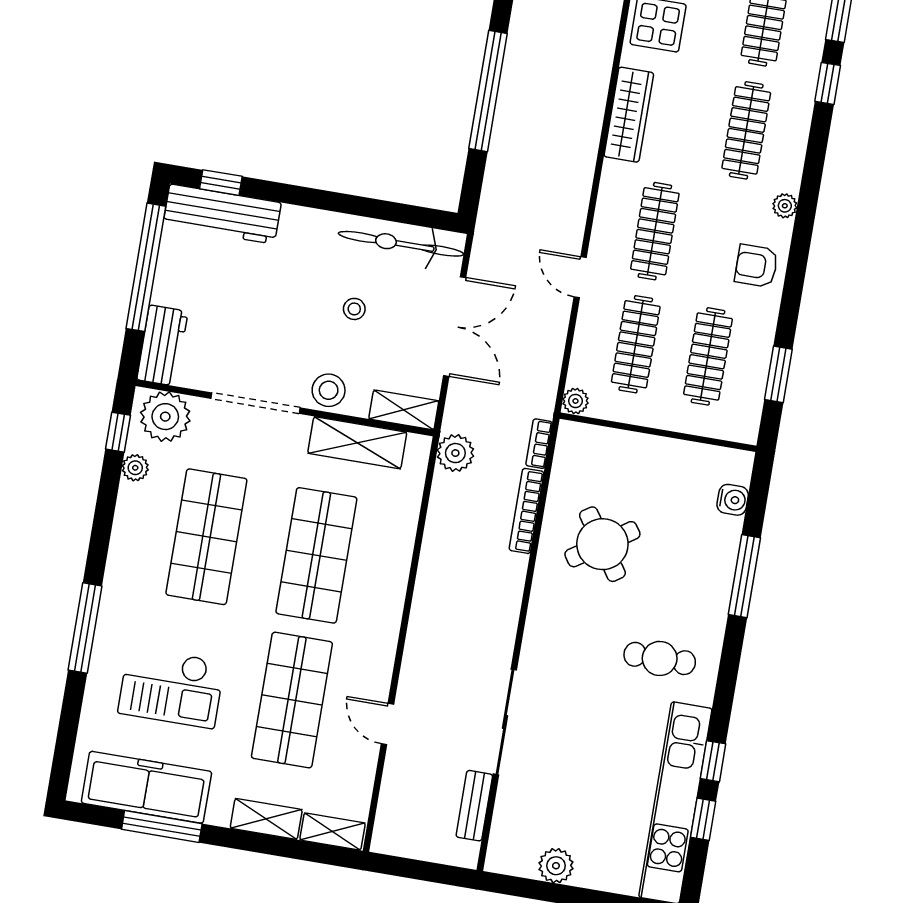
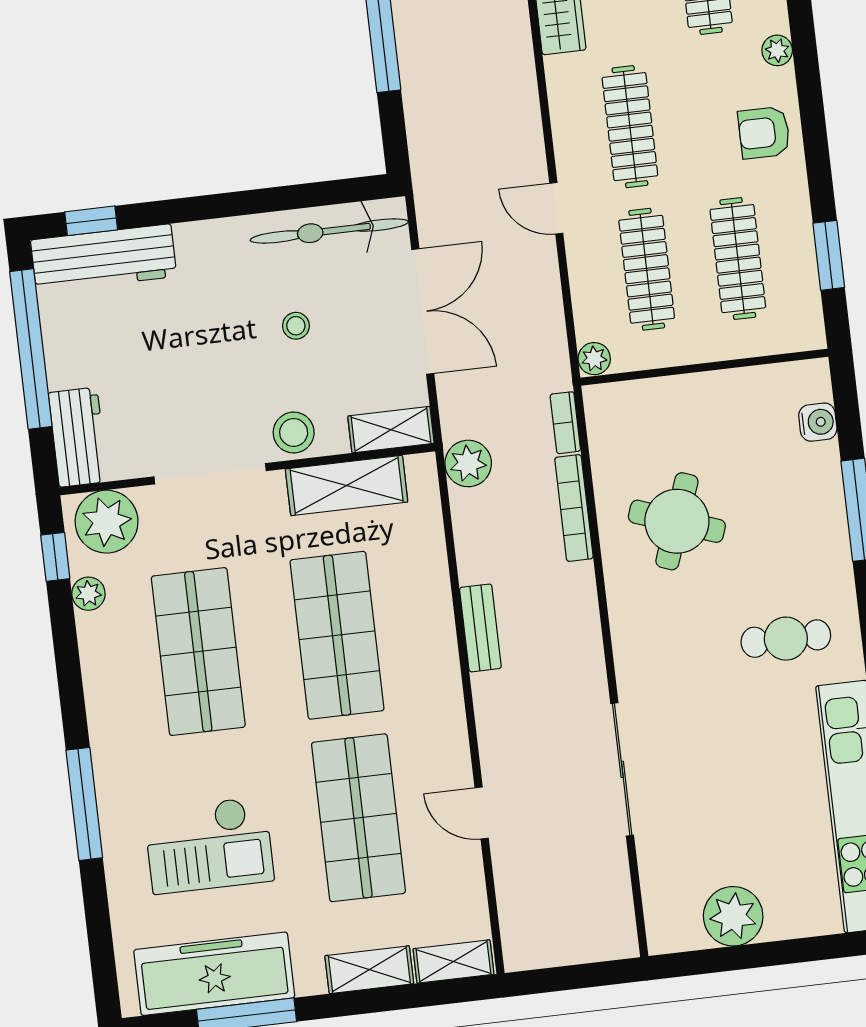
round table: (602, 544) -> (677, 521), turned -36
bench: (474, 806) -> (480, 628), moved
plant: (556, 866) -> (733, 916), width x1.36, depth x1.36

